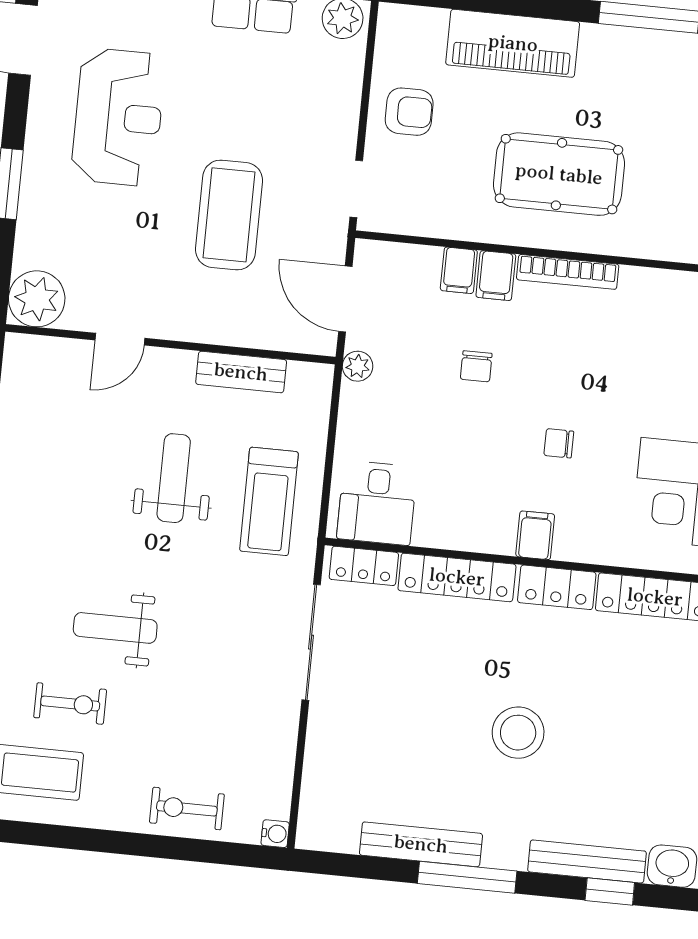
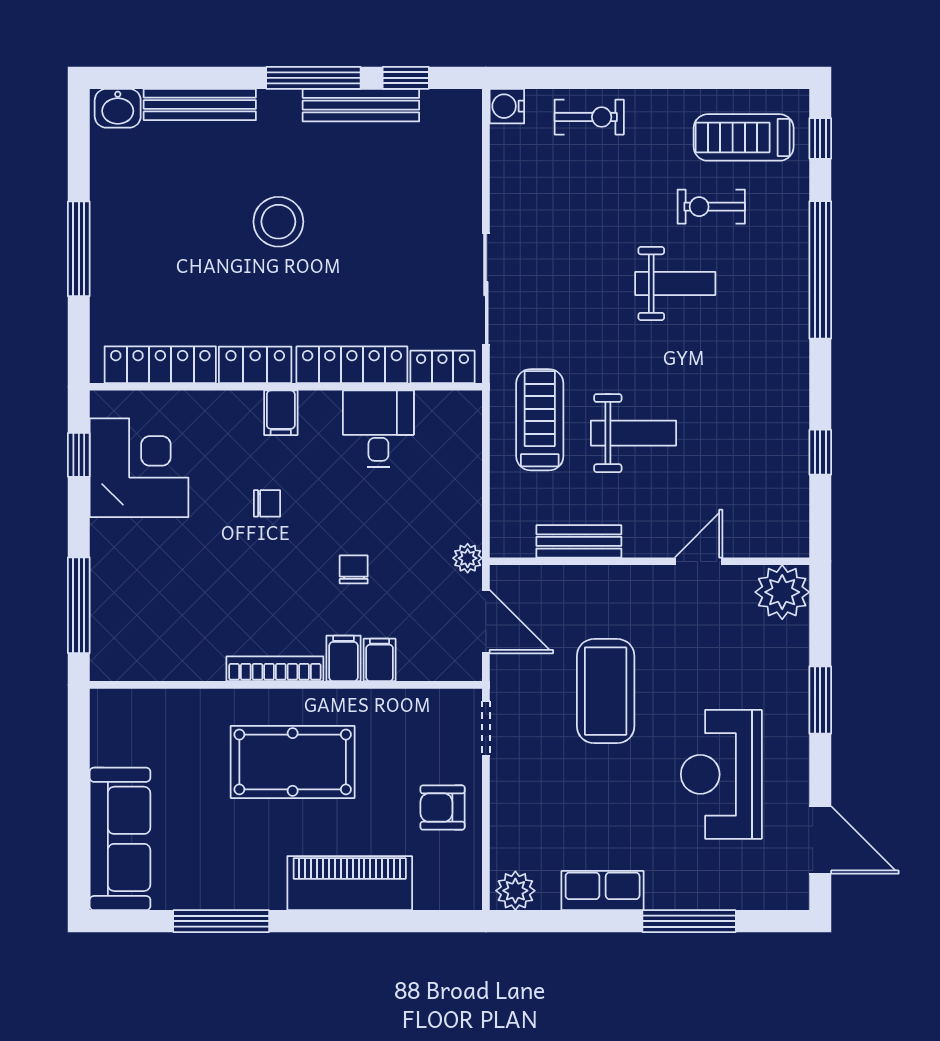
weight bench: (174, 478) -> (633, 433), turned -90
desk: (377, 503) -> (378, 429), moved
water cooler: (275, 834) -> (507, 106), width x1.38, depth x1.38
window: (610, 891) -> (406, 78), moved

